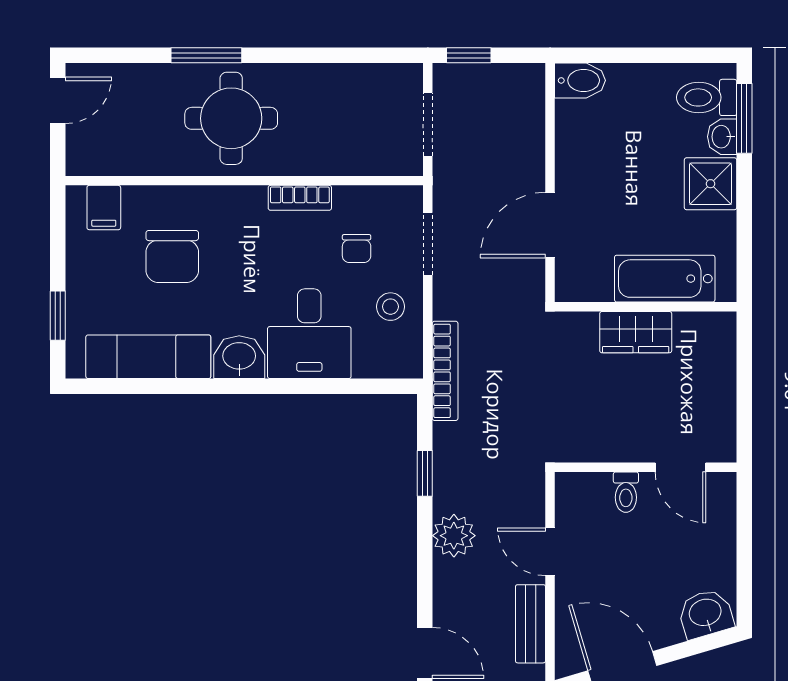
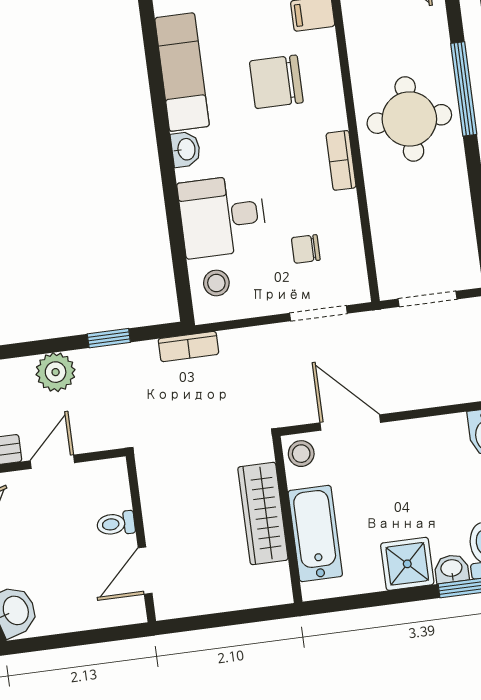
window: (206, 55) -> (464, 89), width x1.44
bookcase: (300, 198) -> (341, 160), moved
stool: (577, 282) -> (301, 454), added
stool: (390, 307) -> (216, 283), moved
wardrobe: (636, 332) -> (263, 513), width x1.50
washbasin: (239, 357) -> (186, 149), width x0.72, depth x0.69
bookcase: (445, 371) -> (188, 346), width x0.64

